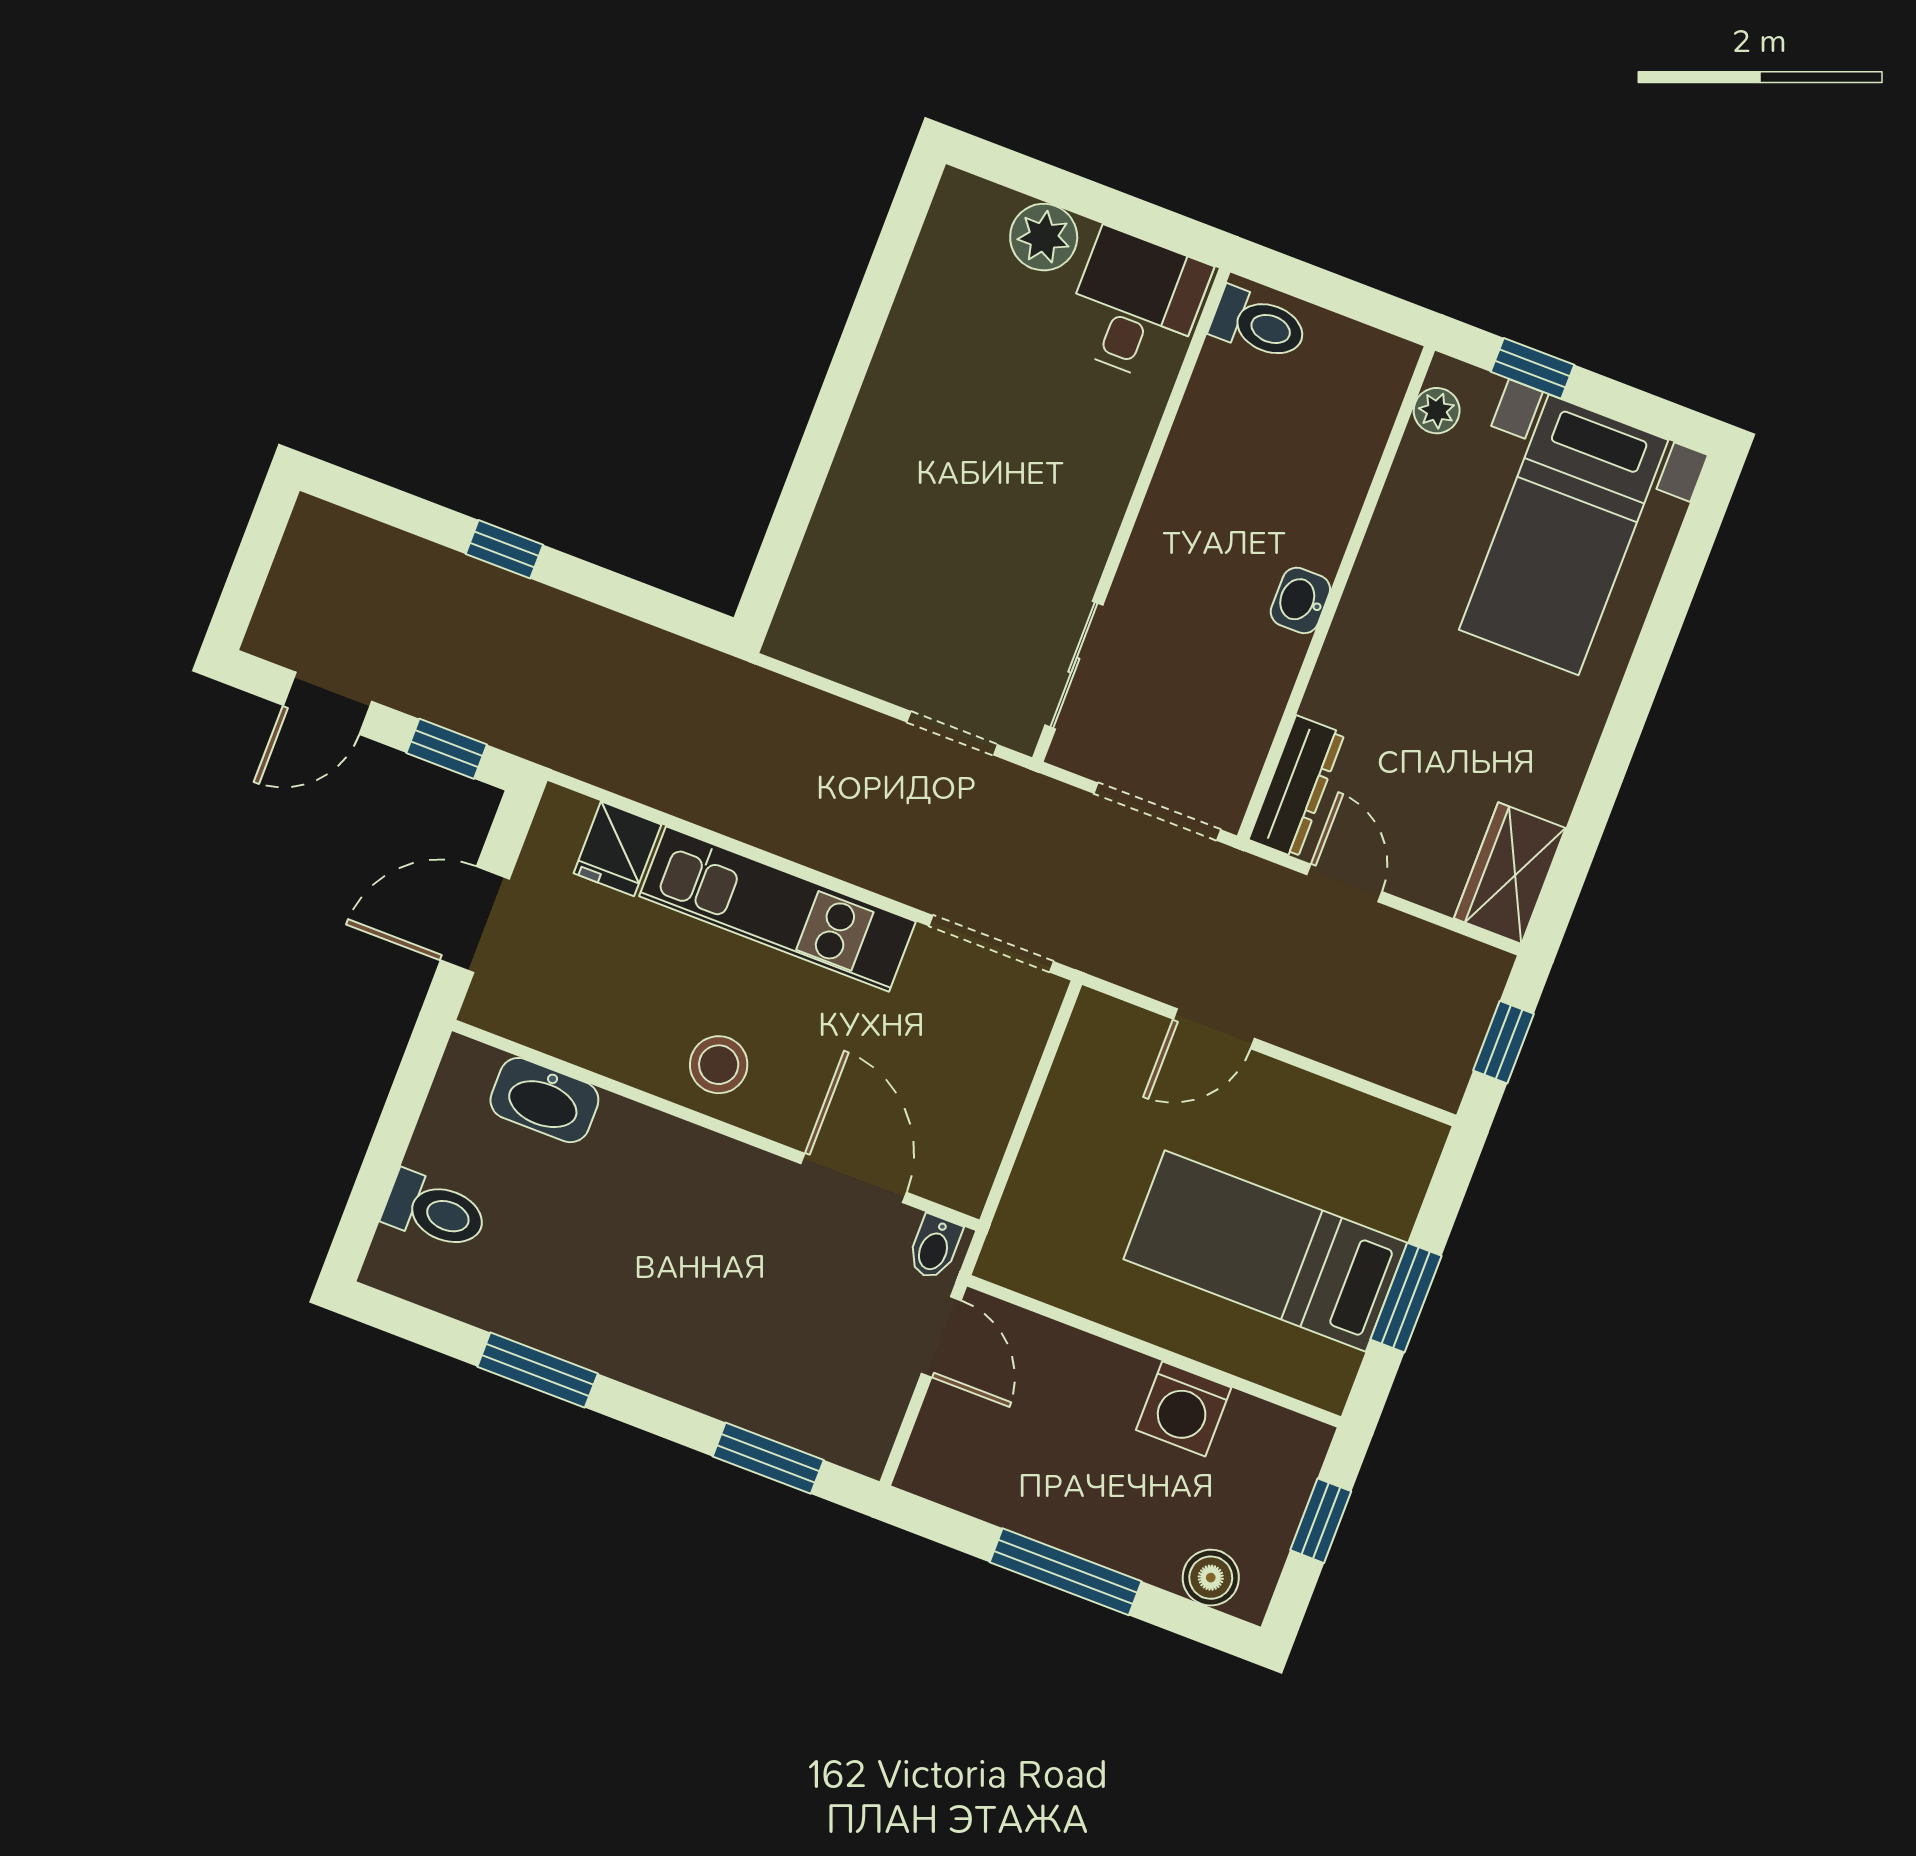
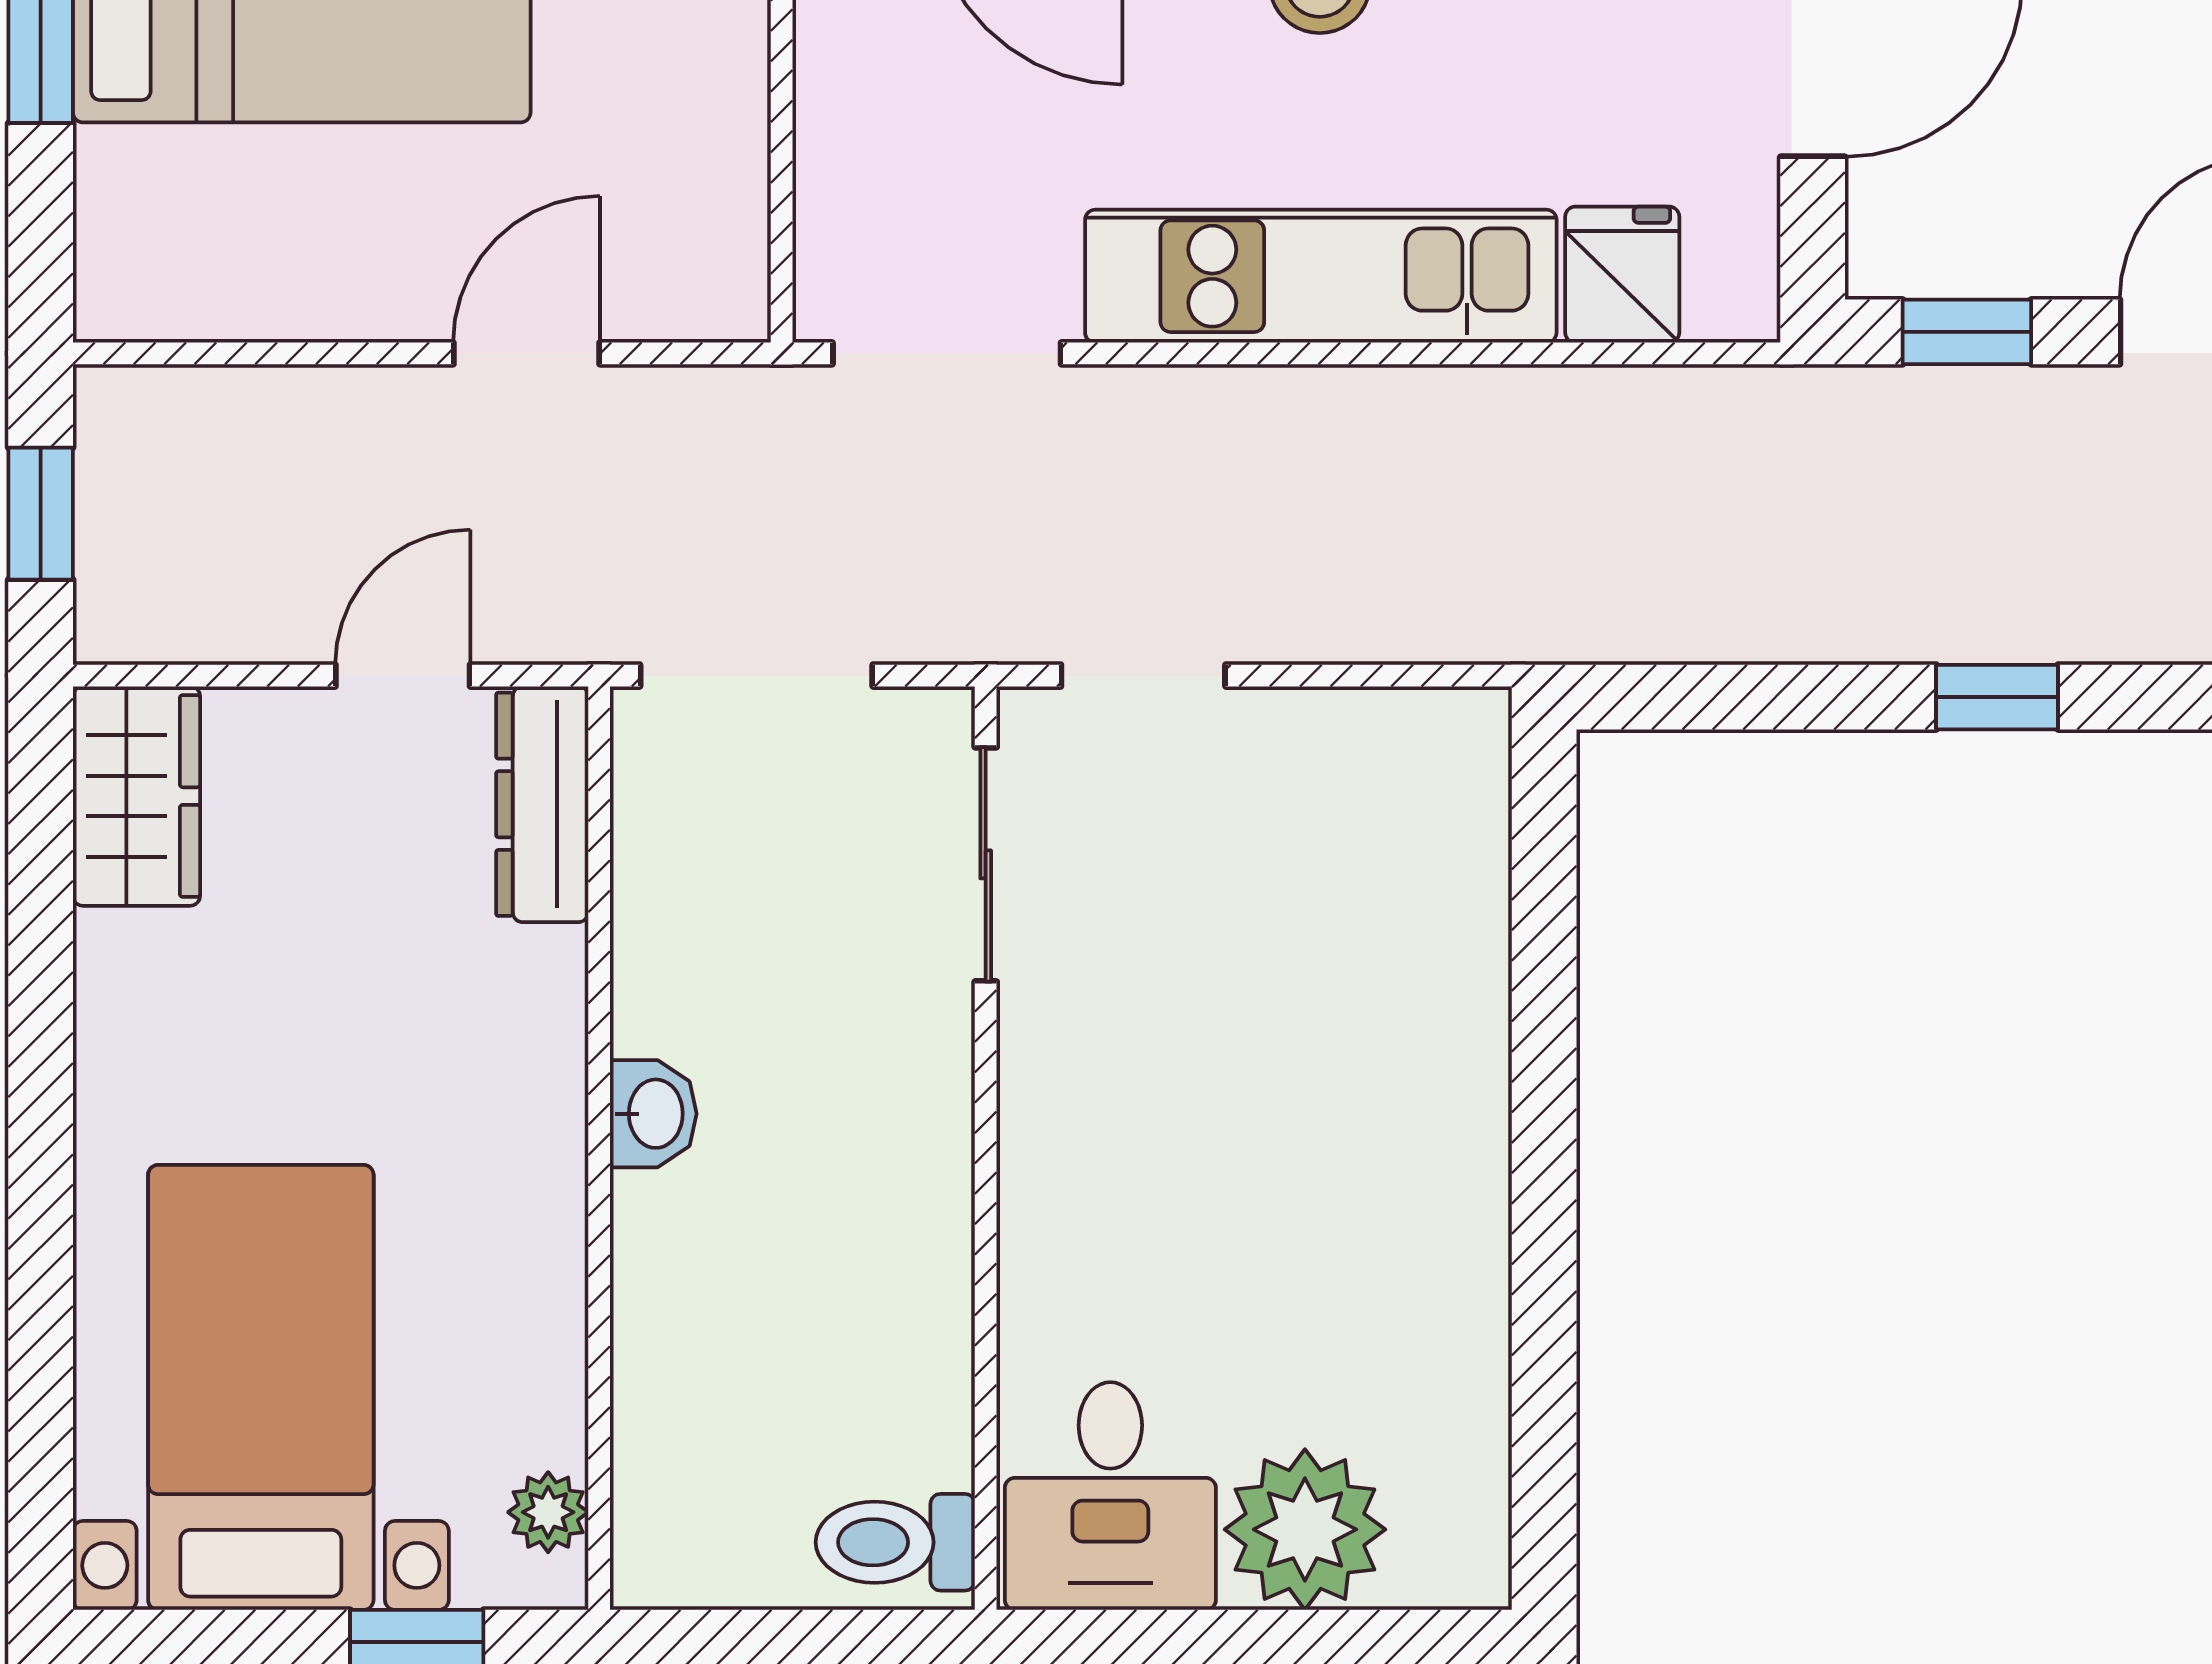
plant: (1044, 237) -> (1305, 1529), width x1.36, depth x1.36
door: (1344, 883) -> (403, 676), swing flipped

